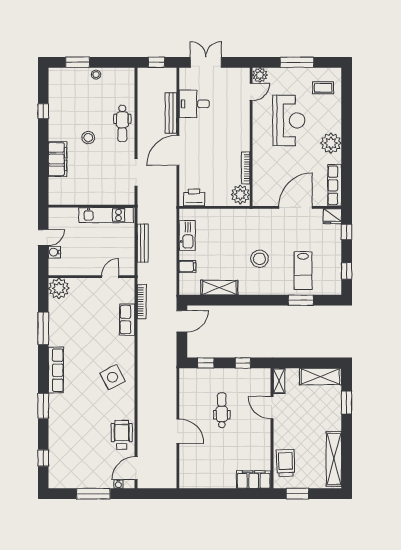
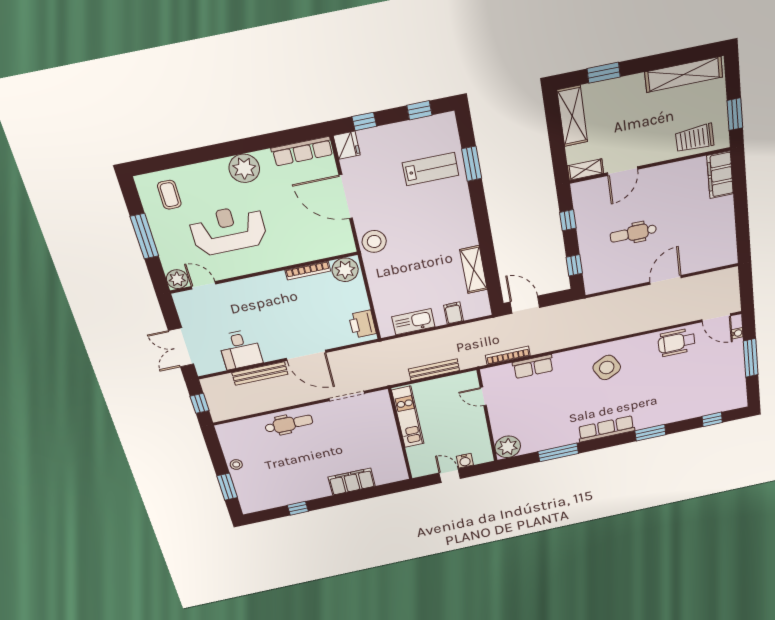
stool: (88, 138) -> (317, 456), removed
stool: (259, 259) -> (374, 241), moved

